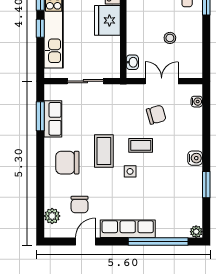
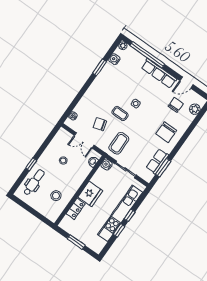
water cooler: (113, 71) -> (107, 165), added
coffee table: (104, 151) -> (119, 143), moved
water cooler: (195, 158) -> (114, 59), moved
chair: (67, 163) -> (166, 132), turned 90

